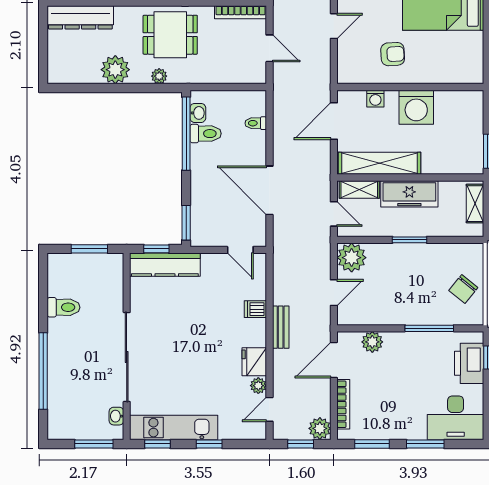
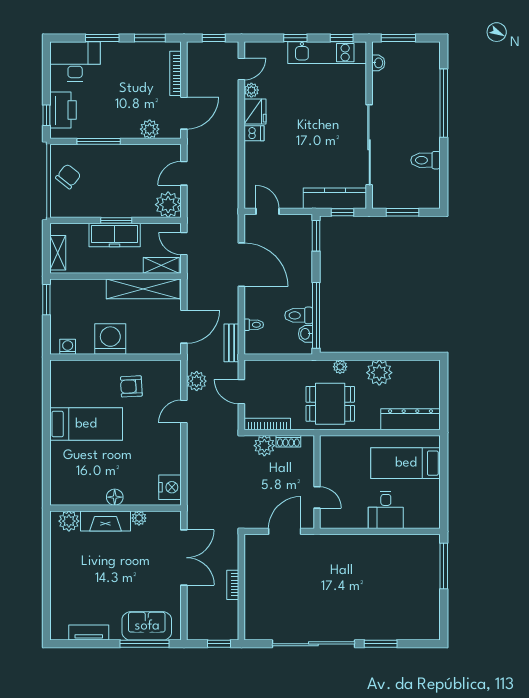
washing machine: (375, 99) -> (68, 347), moved
freezer: (409, 194) -> (115, 235), moved, turned 180
dishwasher: (255, 309) -> (254, 133), moved
bench: (281, 327) -> (231, 343), moved
sliding door: (127, 357) -> (369, 145), moved
plant: (320, 428) -> (197, 381), moved

